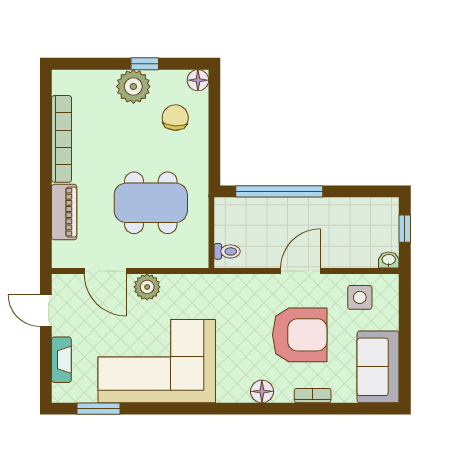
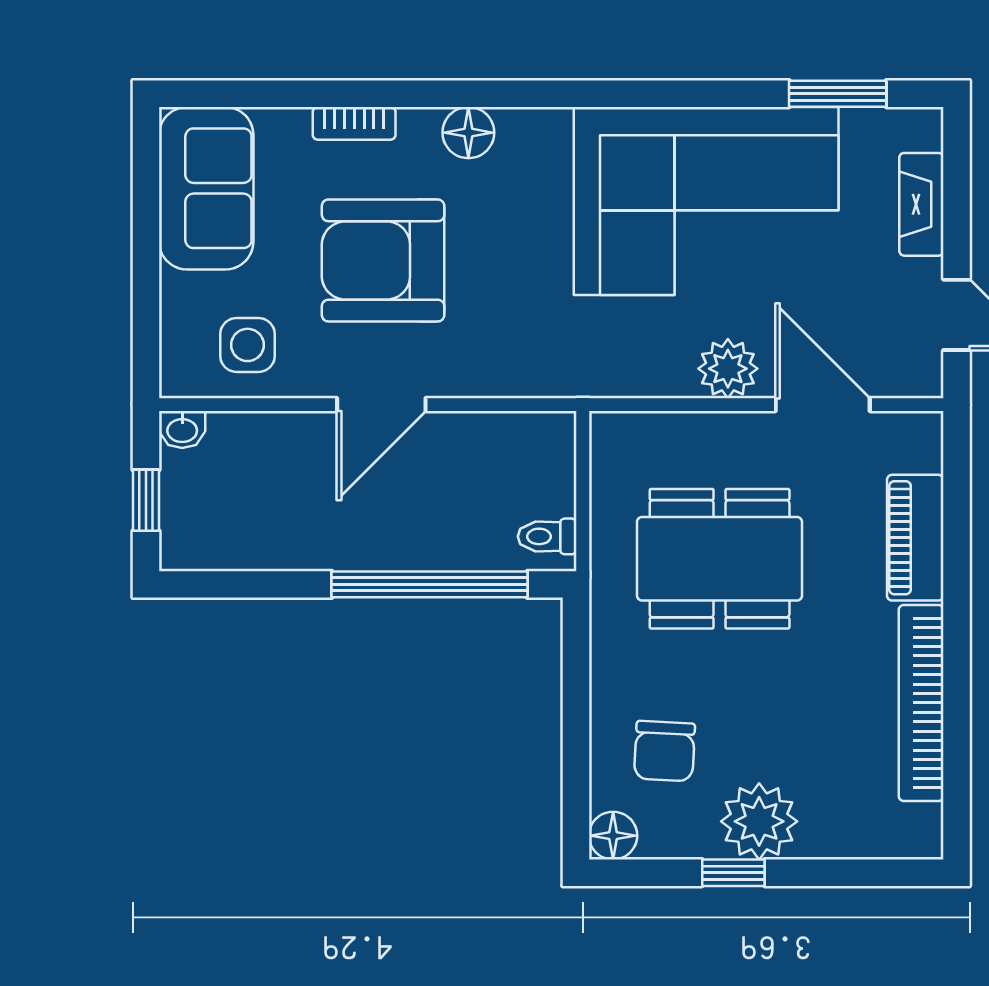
toilet: (227, 251) -> (547, 536), moved

